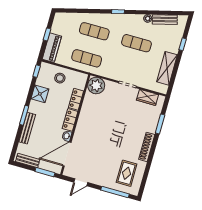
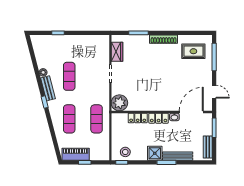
bench: (165, 20) -> (48, 88), moved
piano: (52, 48) -> (76, 154), moved
shelving: (167, 68) -> (85, 41), removed
stool: (60, 78) -> (125, 152), moved
shower: (40, 94) -> (155, 153), moved
door: (67, 154) -> (191, 112), swing flipped

